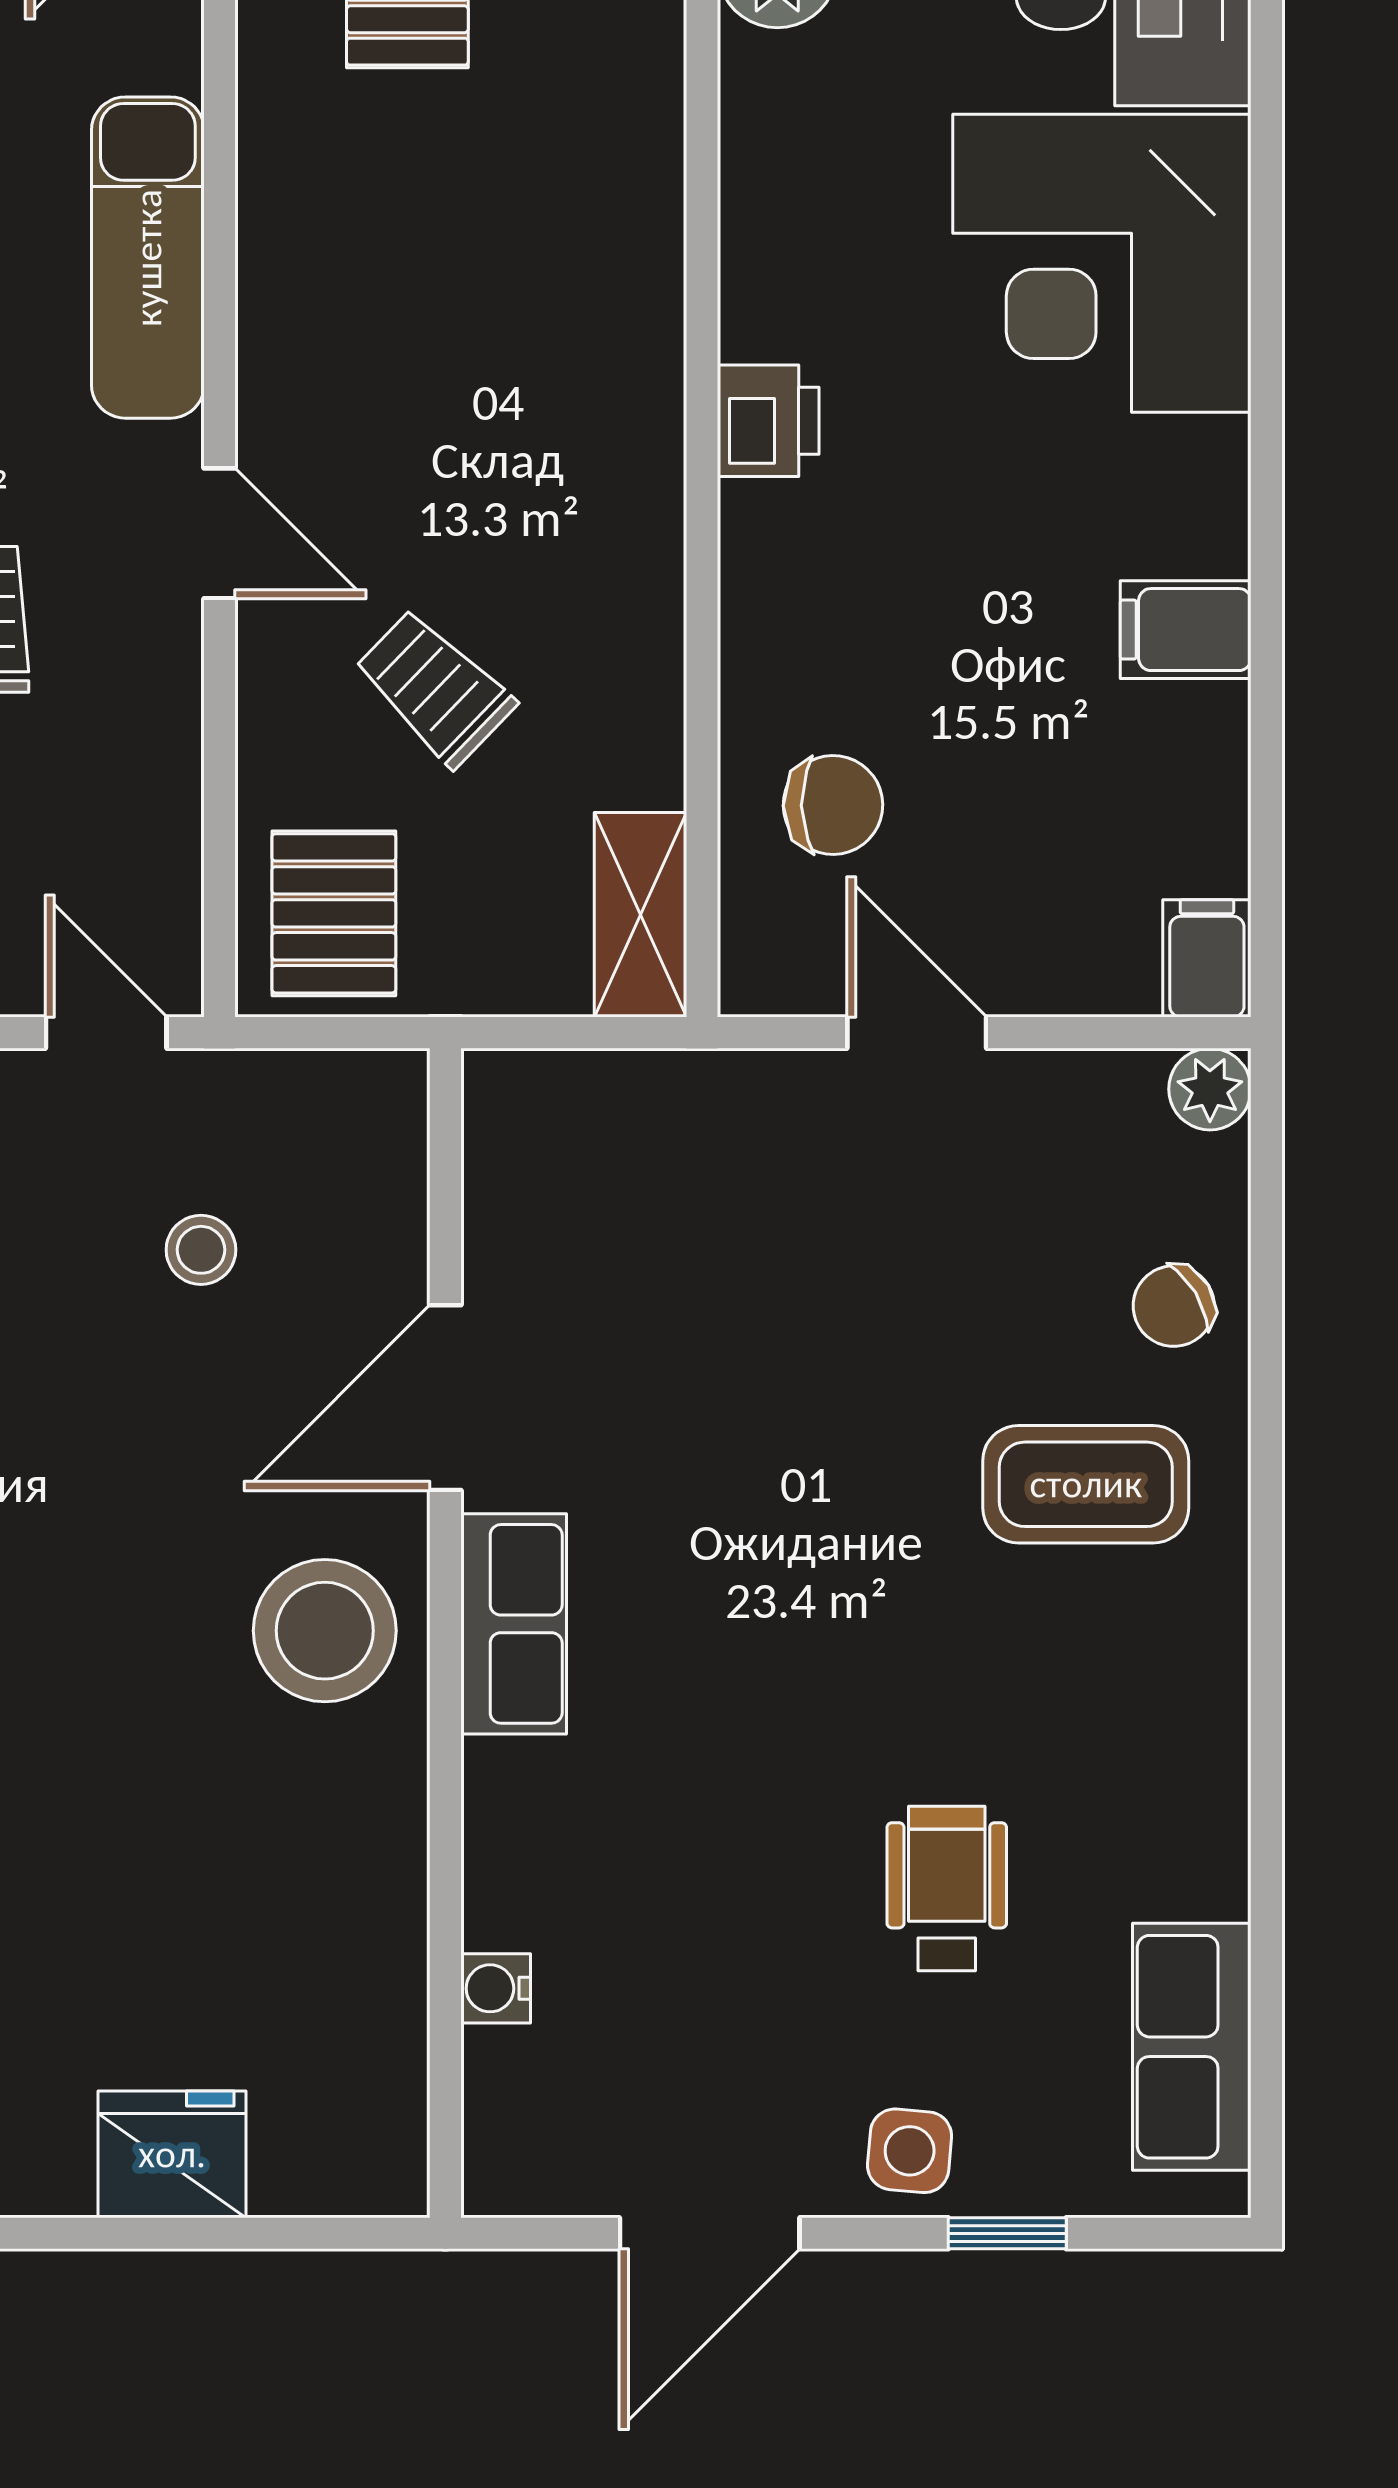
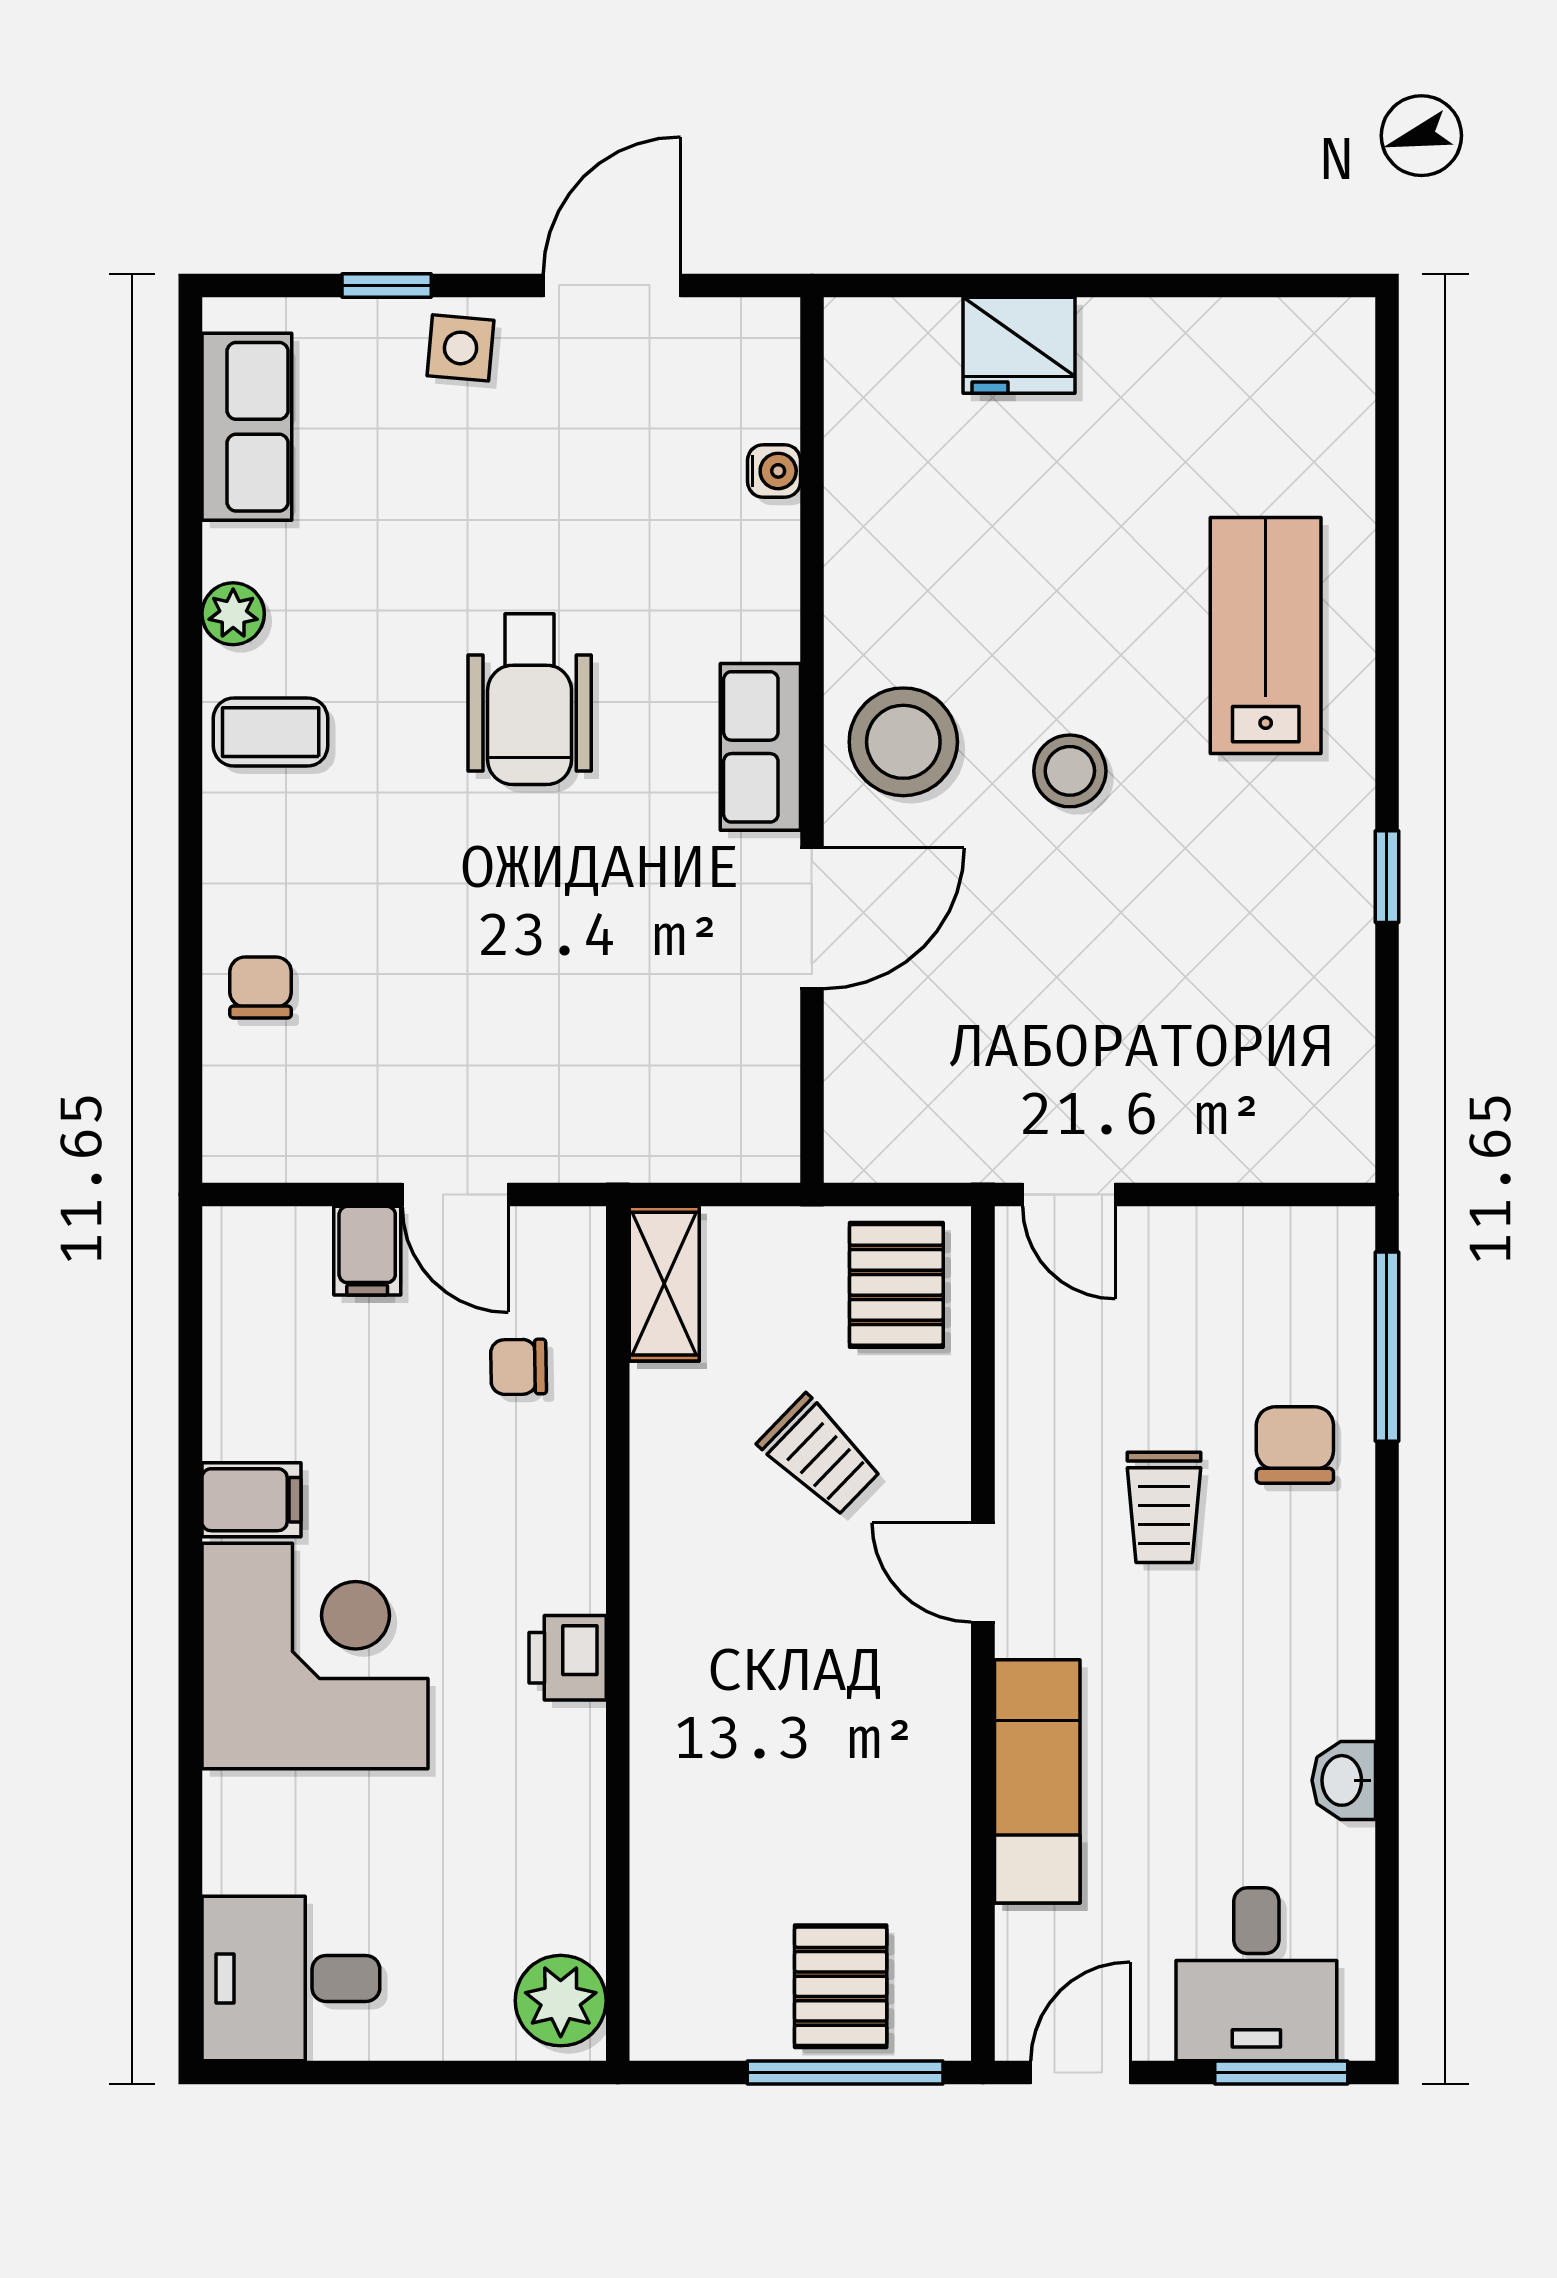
corner desk: (1102, 263) -> (315, 1656), moved
chair: (833, 805) -> (518, 1367), width x0.73, depth x0.73
filing cabinet: (1207, 958) -> (367, 1251), moved
plant: (1210, 1089) -> (233, 614), moved
stool: (201, 1250) -> (1070, 771), moved, width x1.37, depth x1.37
chair: (1174, 1306) -> (261, 988), turned -59
coffee table: (1086, 1484) -> (271, 732), moved, width x0.73, depth x0.77
wheelchair: (947, 1888) -> (530, 699), moved, width x1.36, depth x1.37

